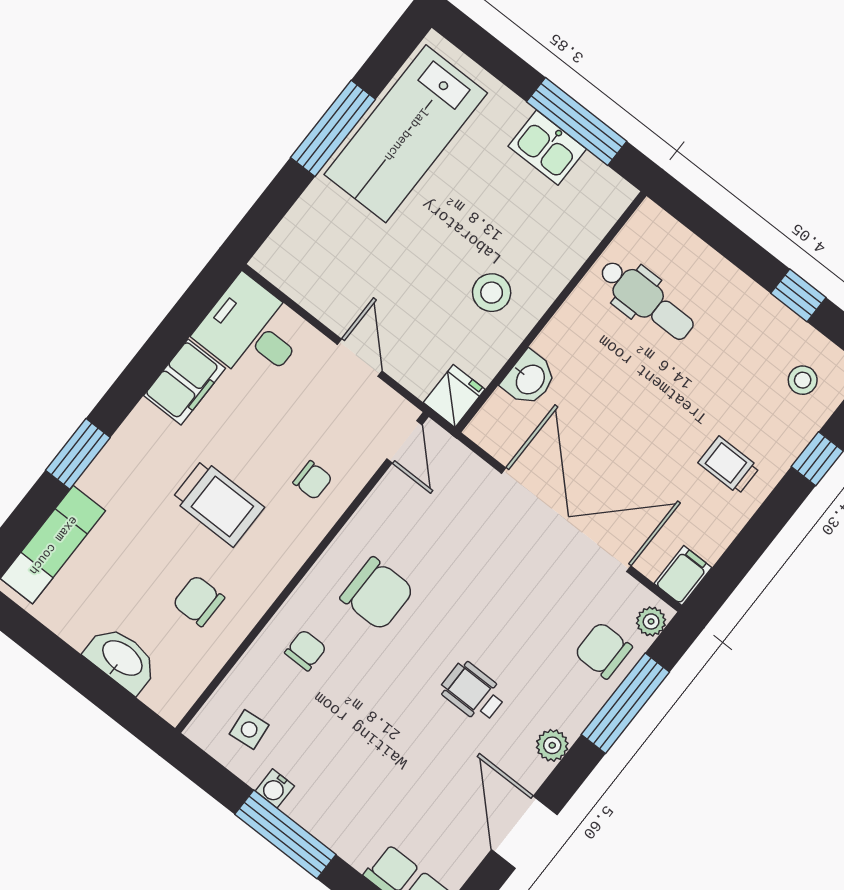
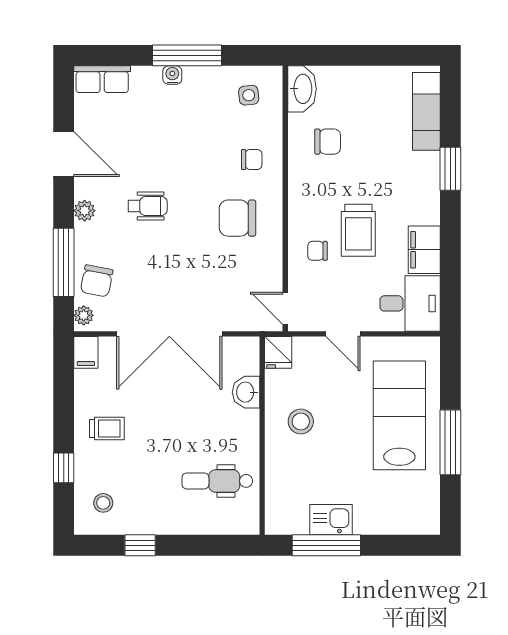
lab bench: (406, 134) -> (399, 415), moved
trolley: (218, 503) -> (358, 230), moved, turned -90
chair: (306, 650) -> (252, 159), turned -90
chair: (603, 650) -> (97, 281), turned 101
washbasin: (122, 659) -> (302, 89), moved, turned -90
water cooler: (275, 788) -> (172, 75), moved

